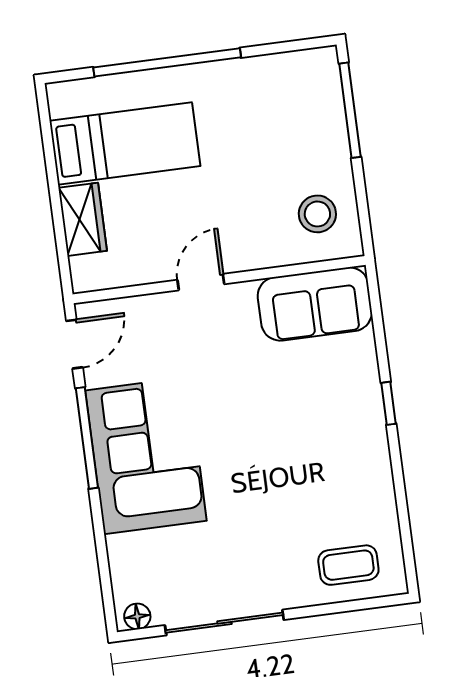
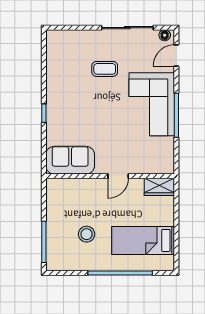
stool: (317, 214) -> (87, 234), moved
wardrobe: (83, 219) -> (159, 187), moved, turned -90
door: (74, 344) -> (176, 56), moved
coffee table: (348, 565) -> (105, 69), moved

